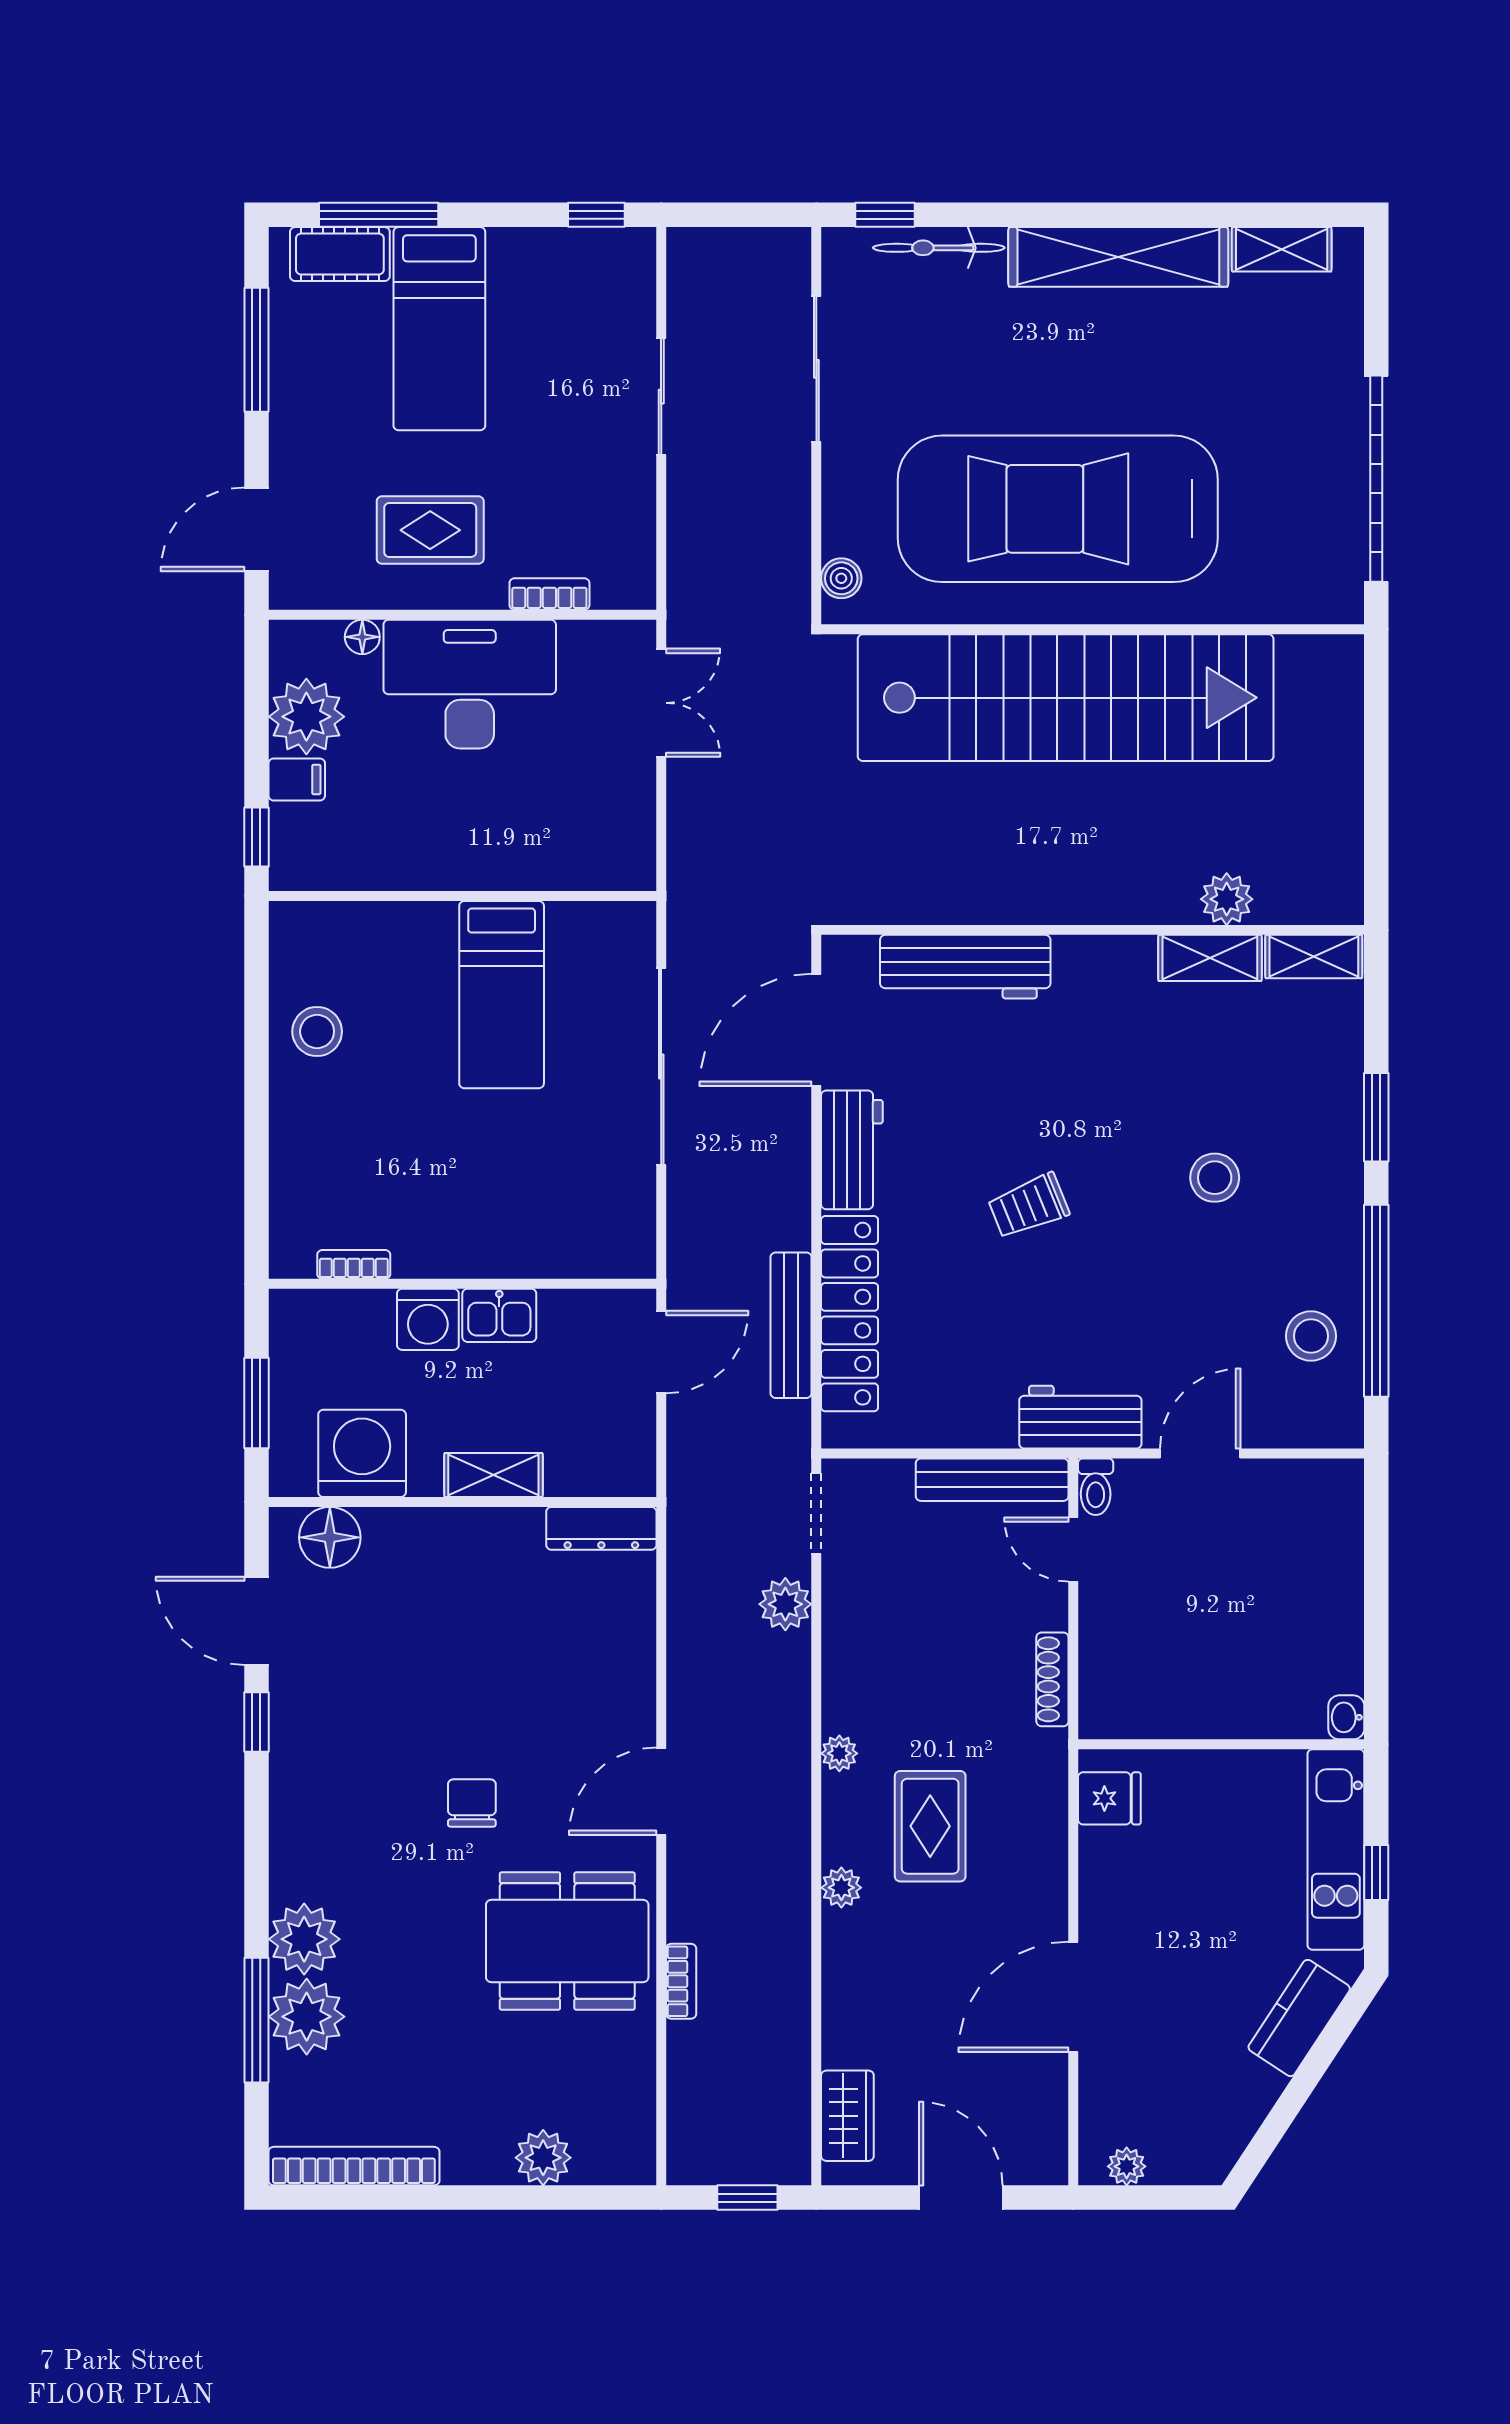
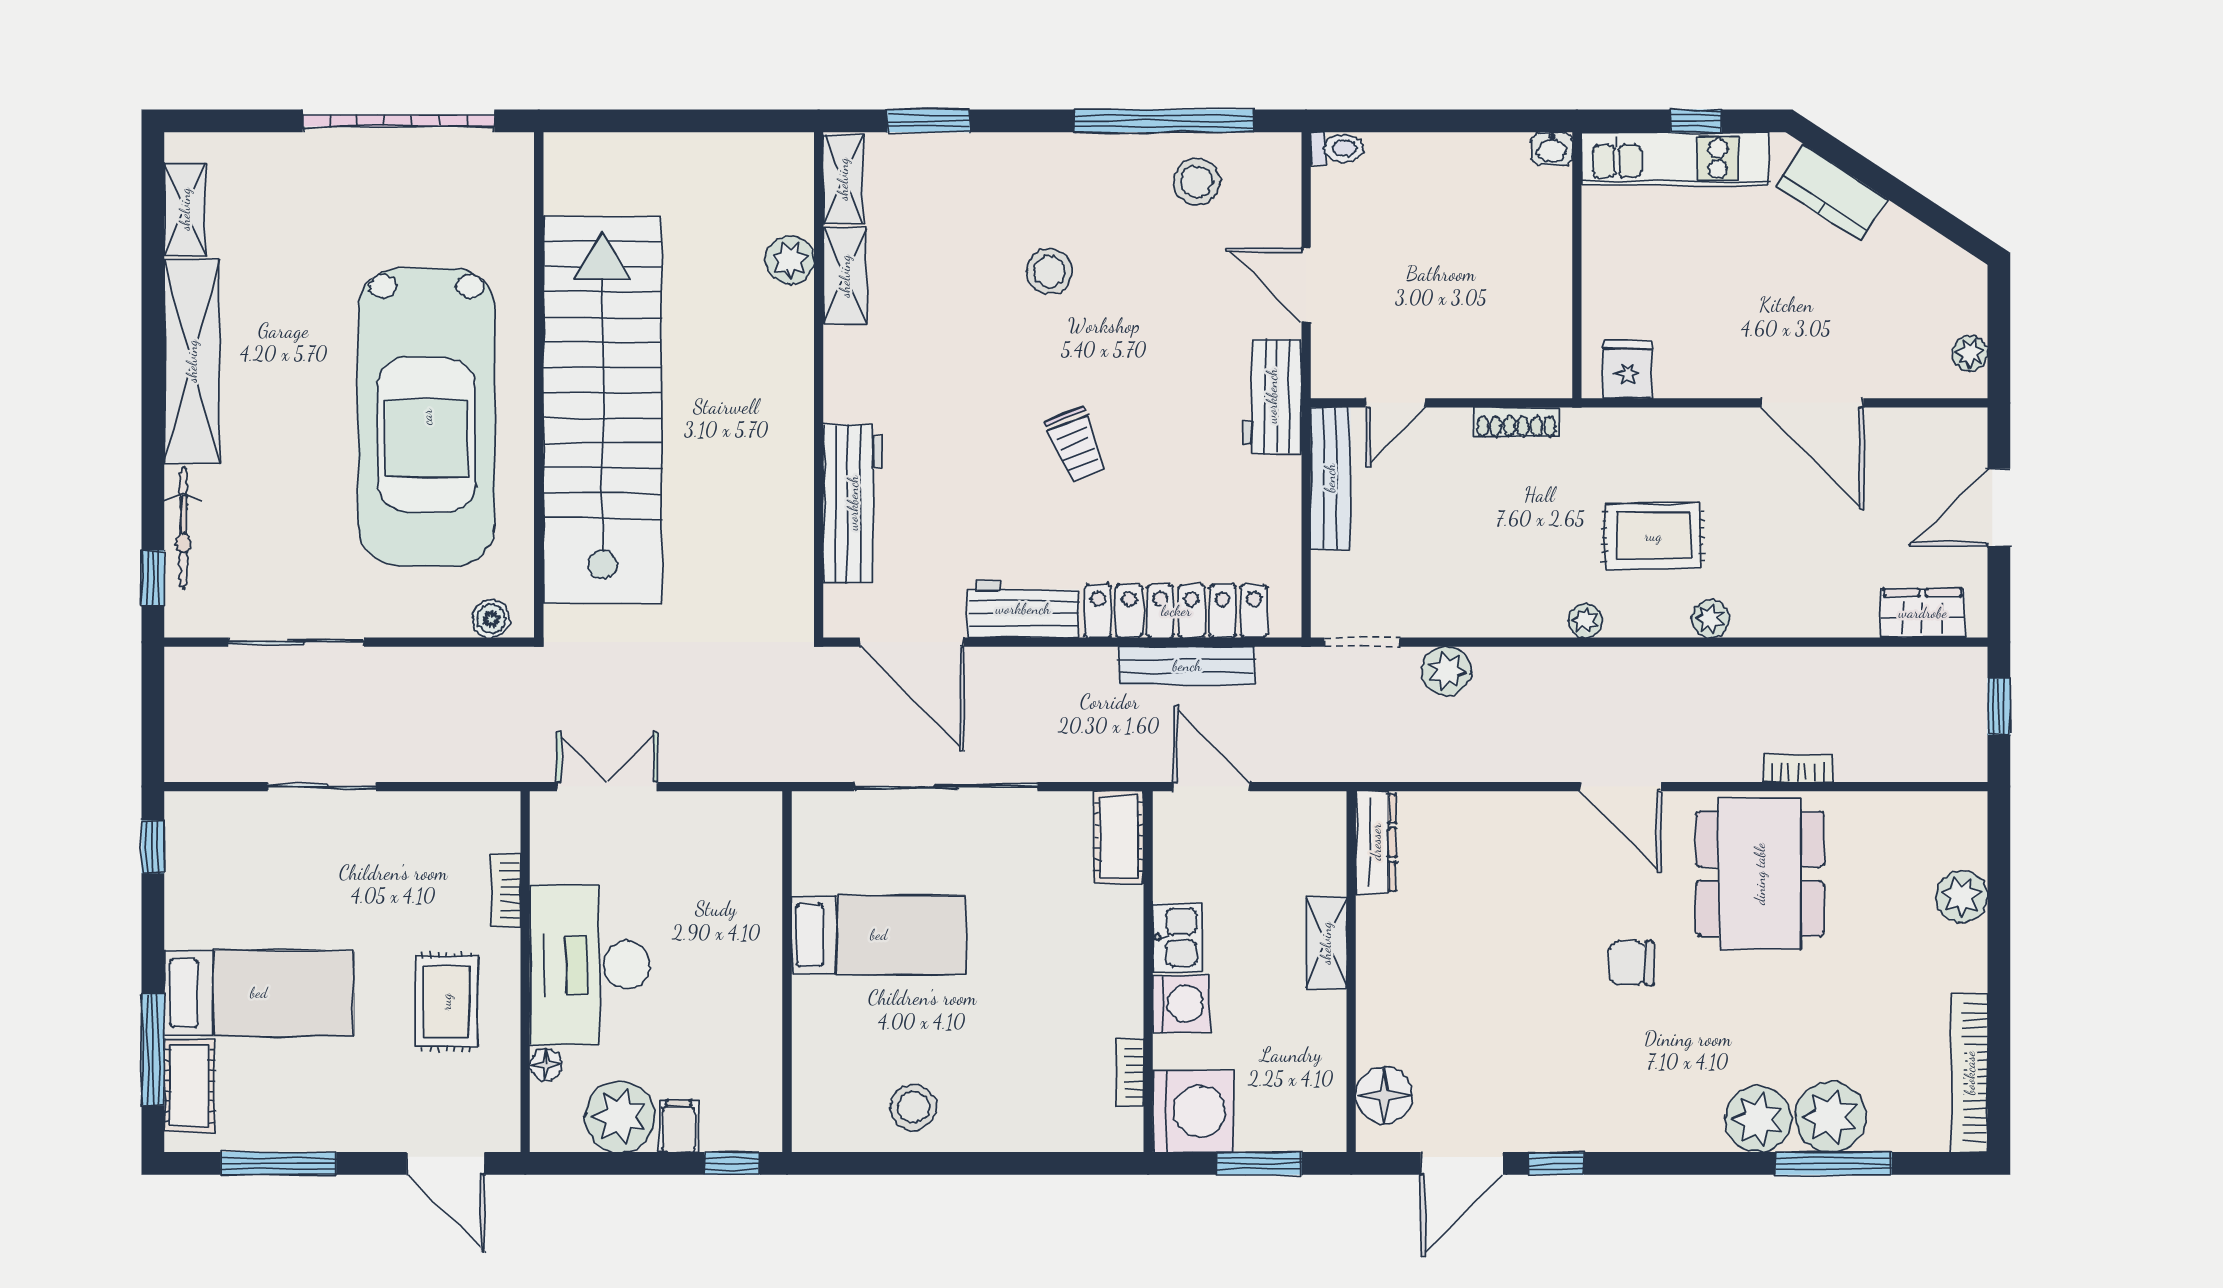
window: (1376, 1117) -> (929, 121), moved
cot: (607, 1252) -> (1119, 837), added
washing machine: (362, 1453) -> (1193, 1111), moved, turned 180
toilet: (1096, 1487) -> (1337, 148), moved

